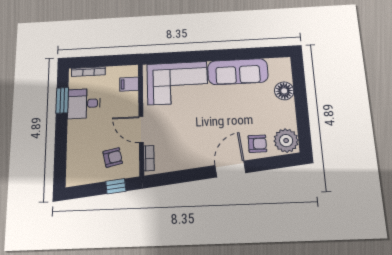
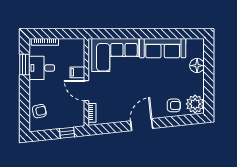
filing cabinet: (129, 84) -> (77, 72), moved
armchair: (113, 157) -> (39, 111), moved
door: (230, 169) -> (142, 125), moved

